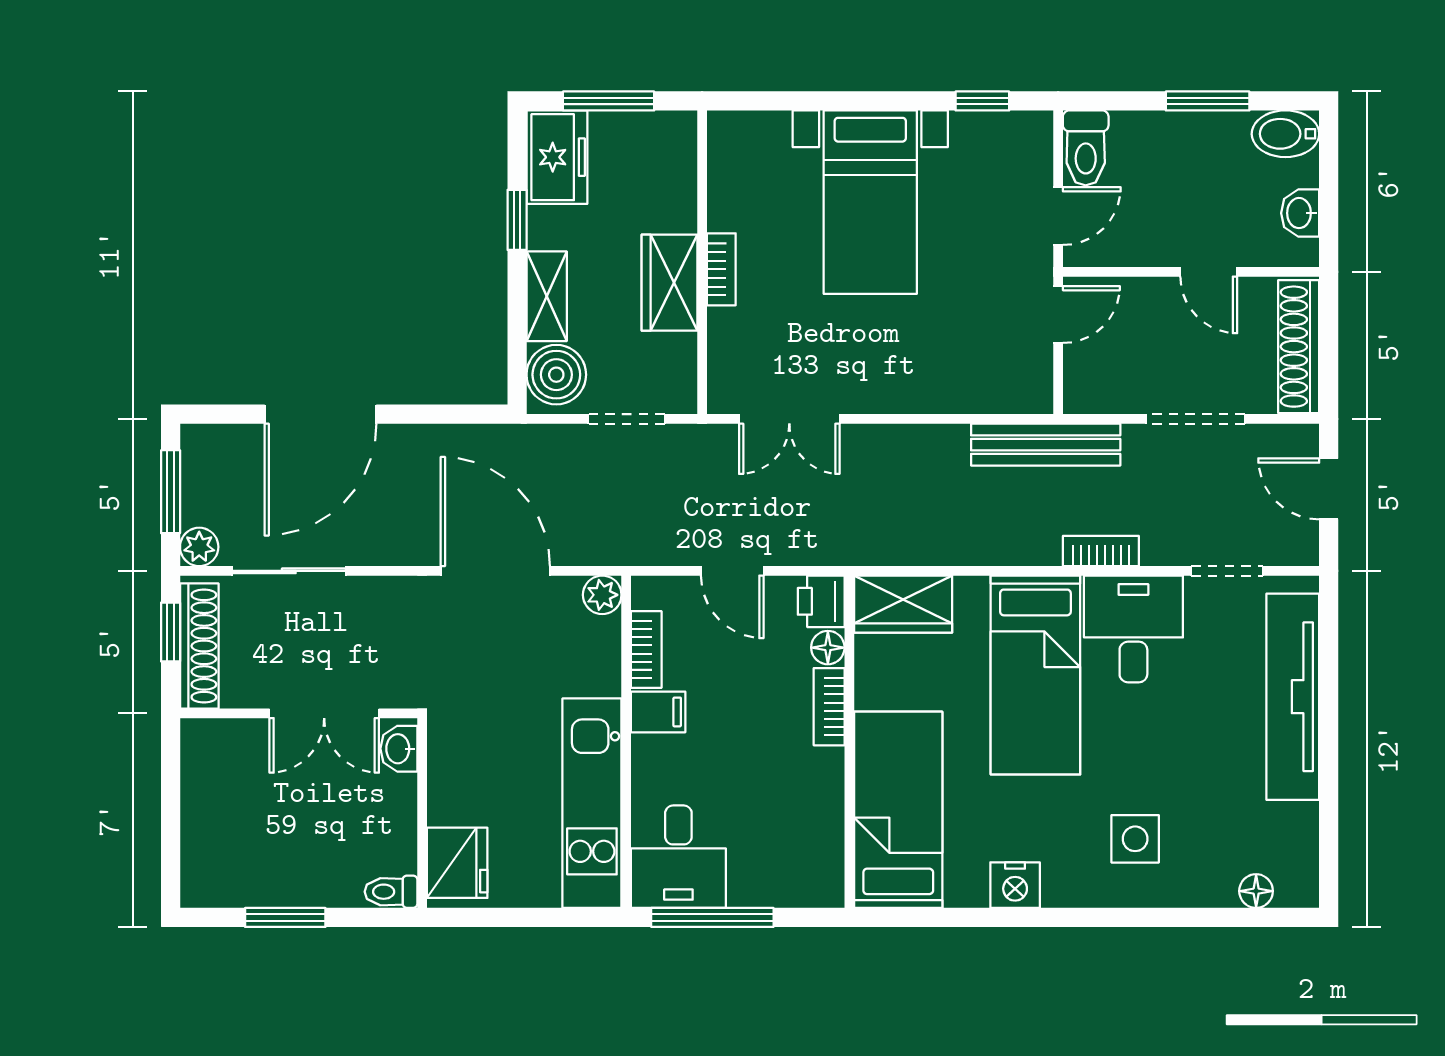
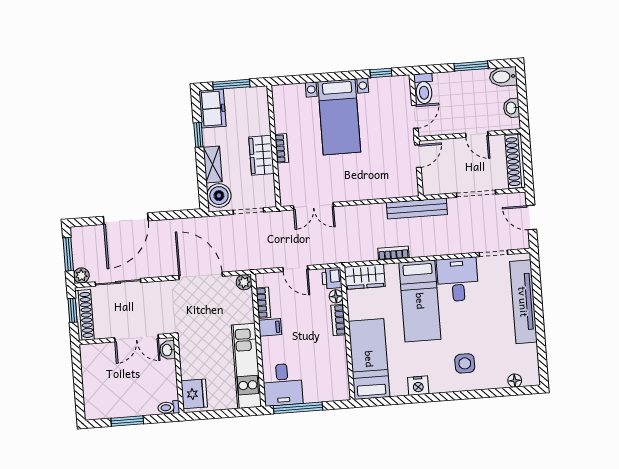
bookcase: (1101, 551) -> (393, 253), moved

